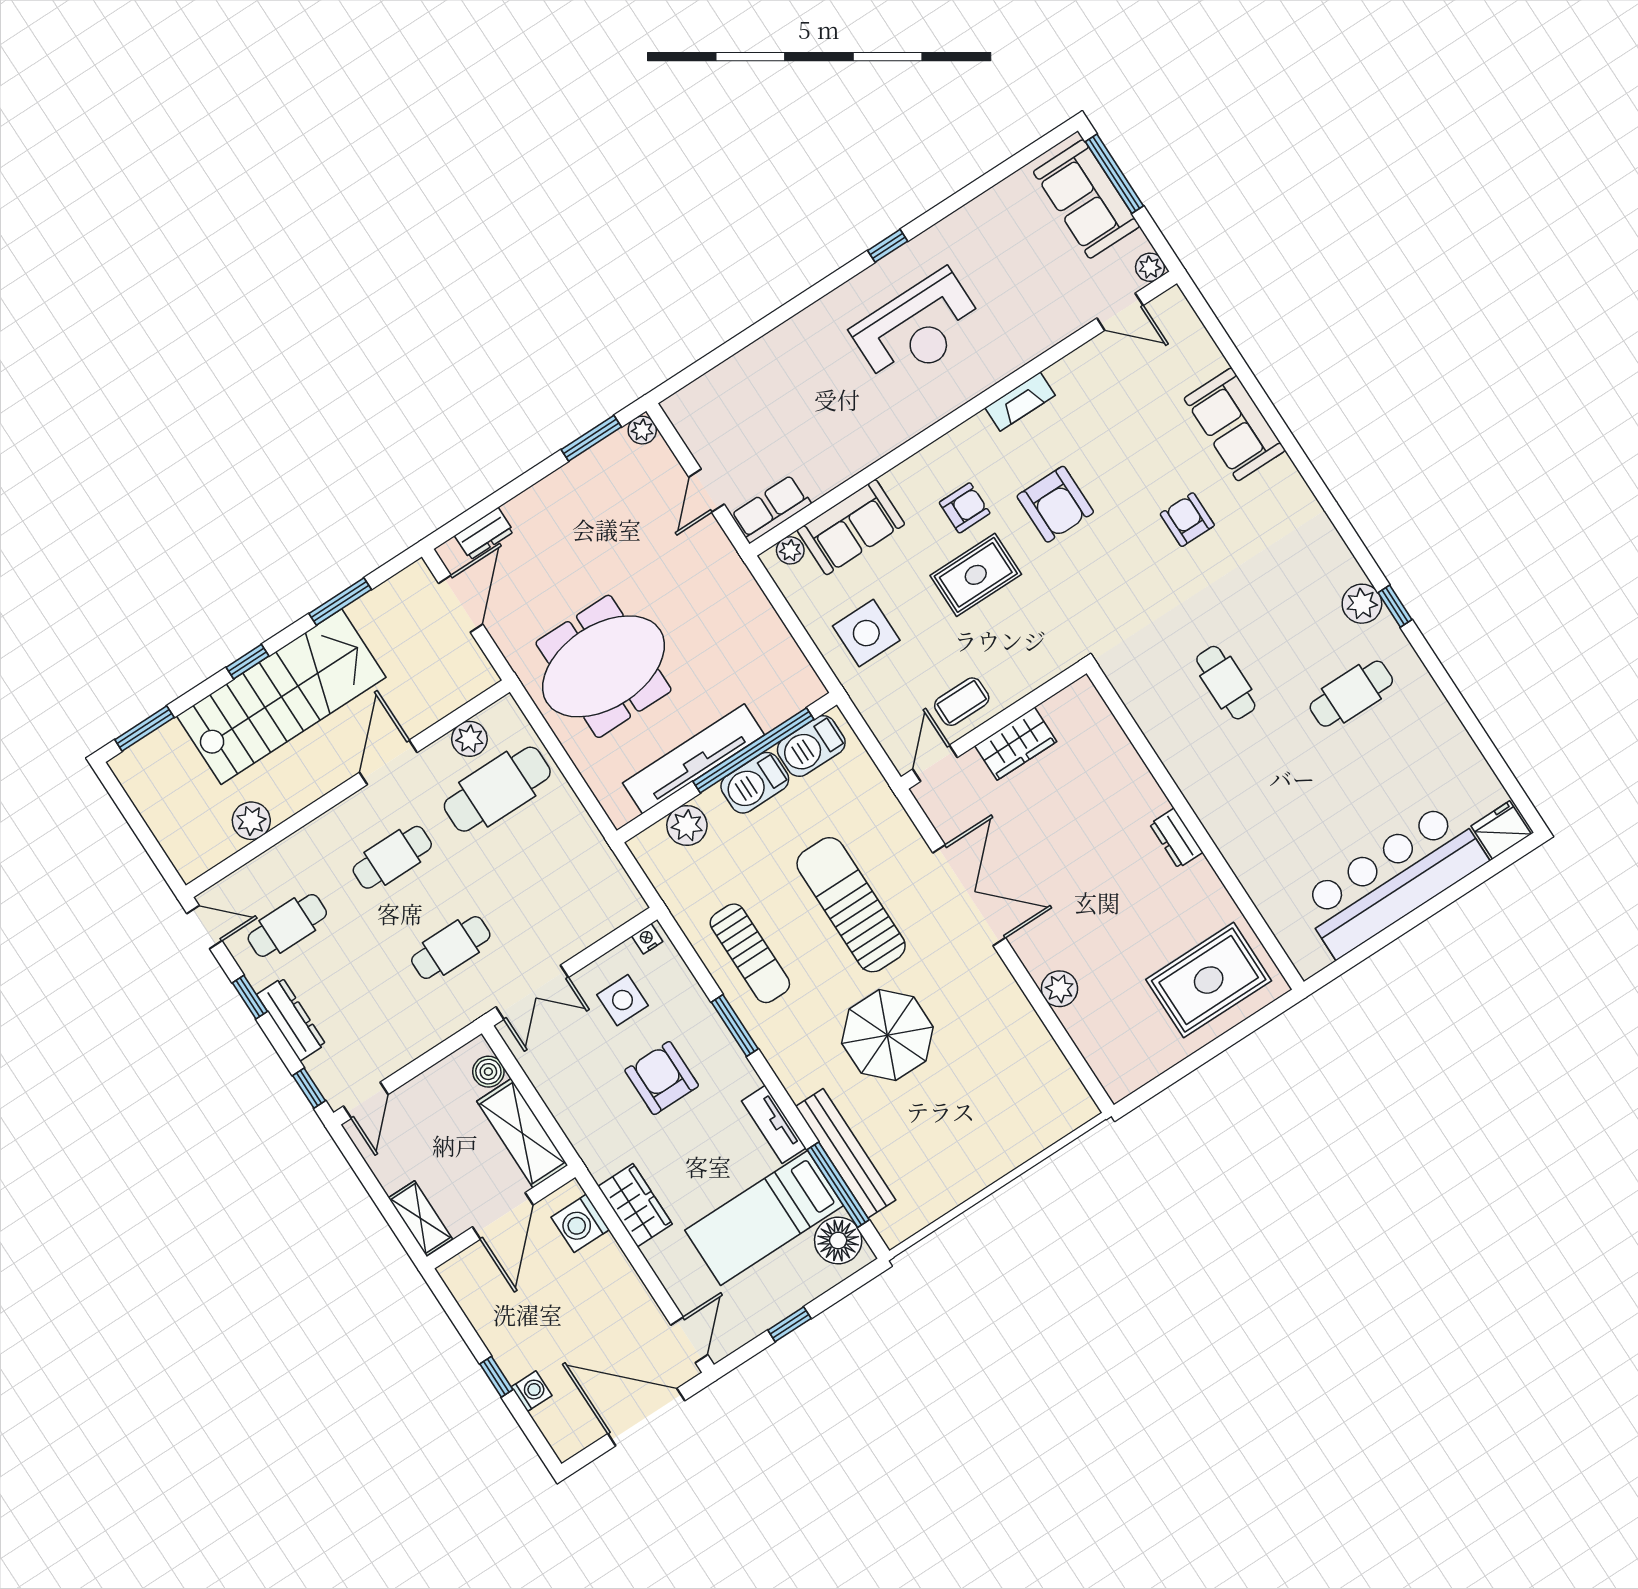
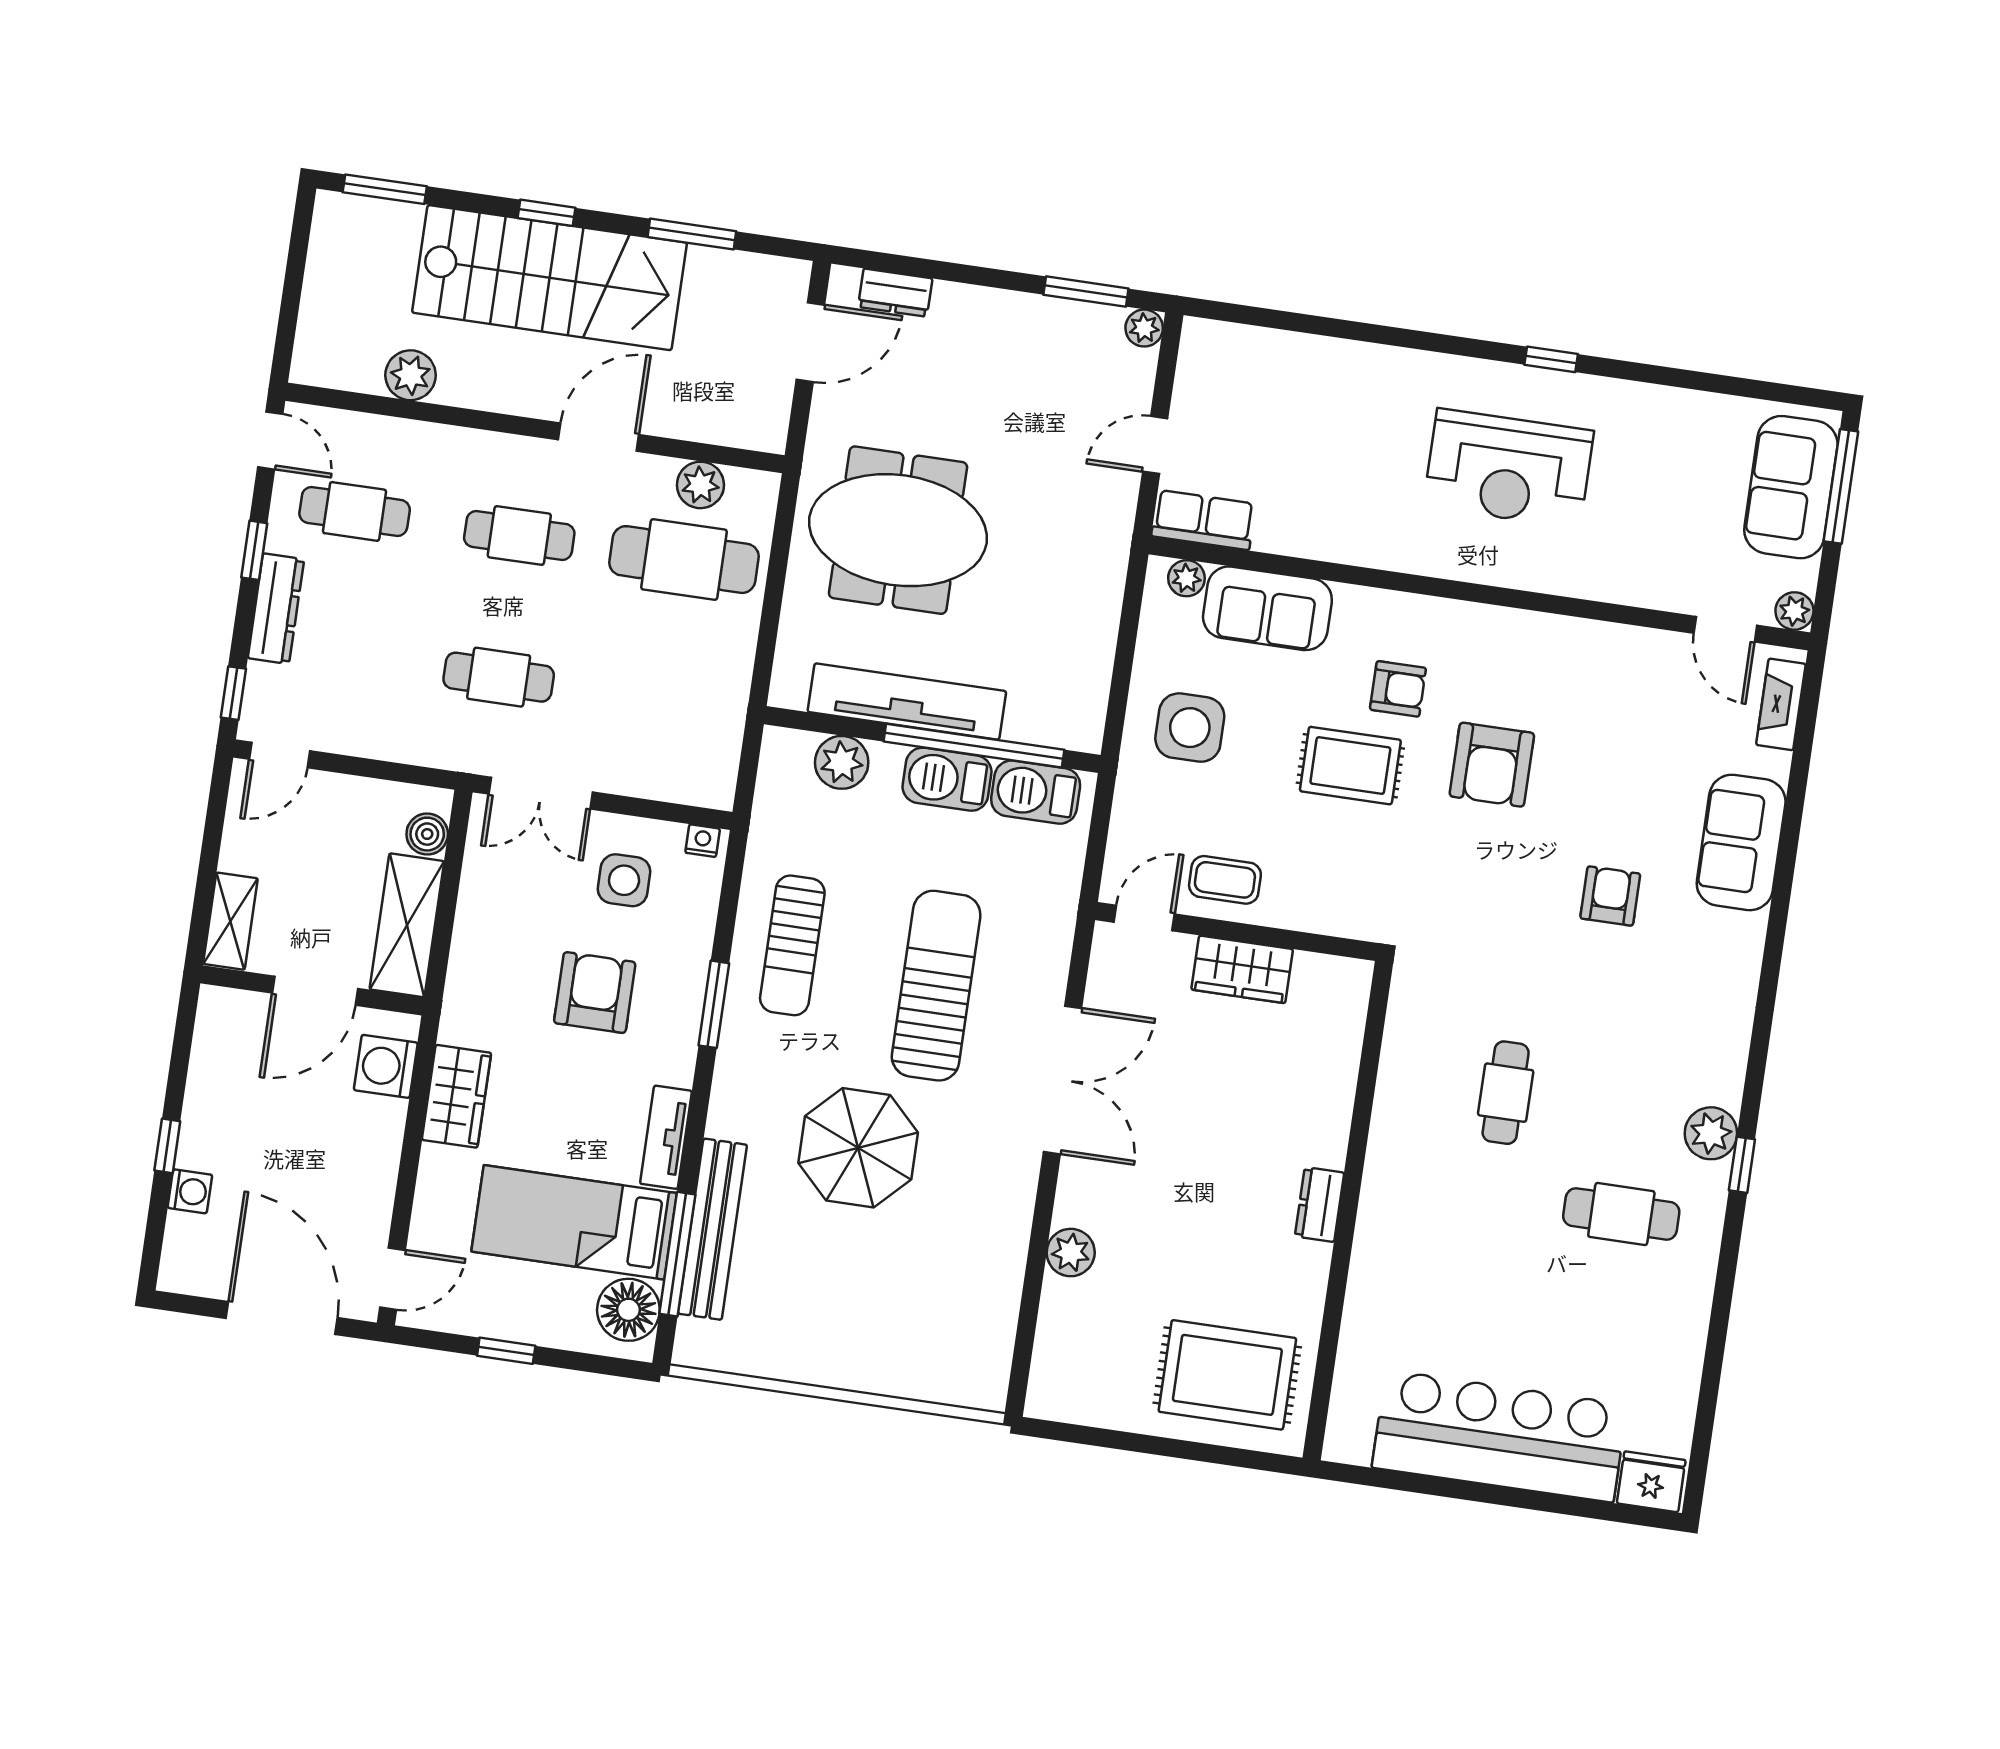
fireplace: (1020, 402) -> (1781, 704), moved, turned 90

